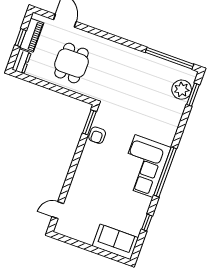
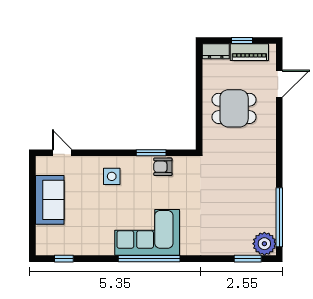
plant: (182, 90) -> (264, 244), moved
window: (89, 122) -> (151, 153), moved
side table: (90, 178) -> (112, 176), added
window: (147, 223) -> (64, 259), moved
sofa: (115, 242) -> (50, 200), moved

